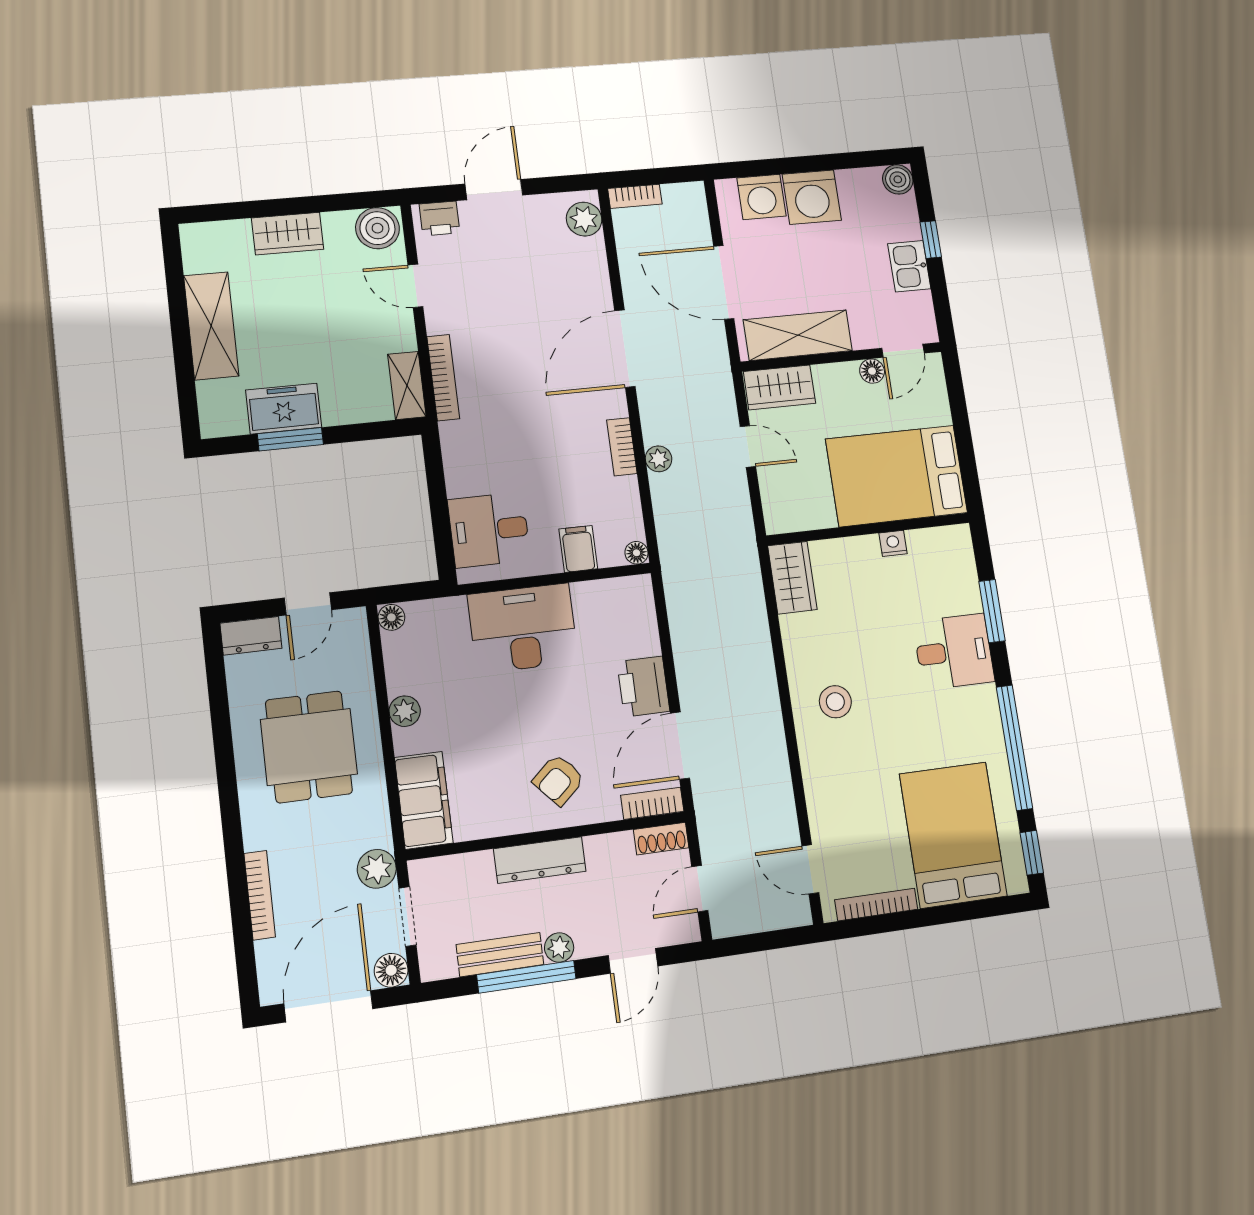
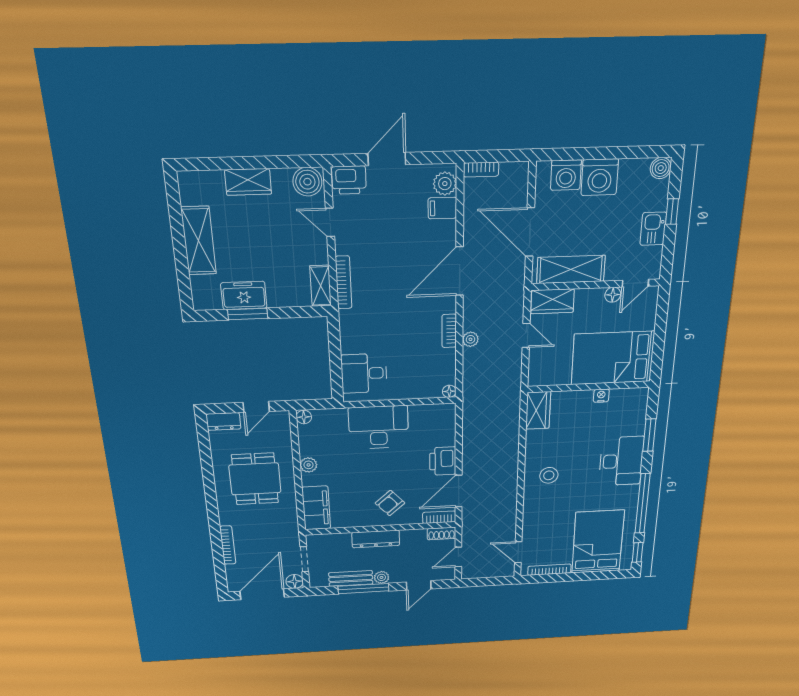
printer: (439, 218) -> (349, 180), width x1.36, depth x1.24
filing cabinet: (578, 549) -> (442, 208), moved, turned -90
desk: (954, 652) -> (621, 461), width x1.37
plant: (377, 869) -> (289, 537), removed

